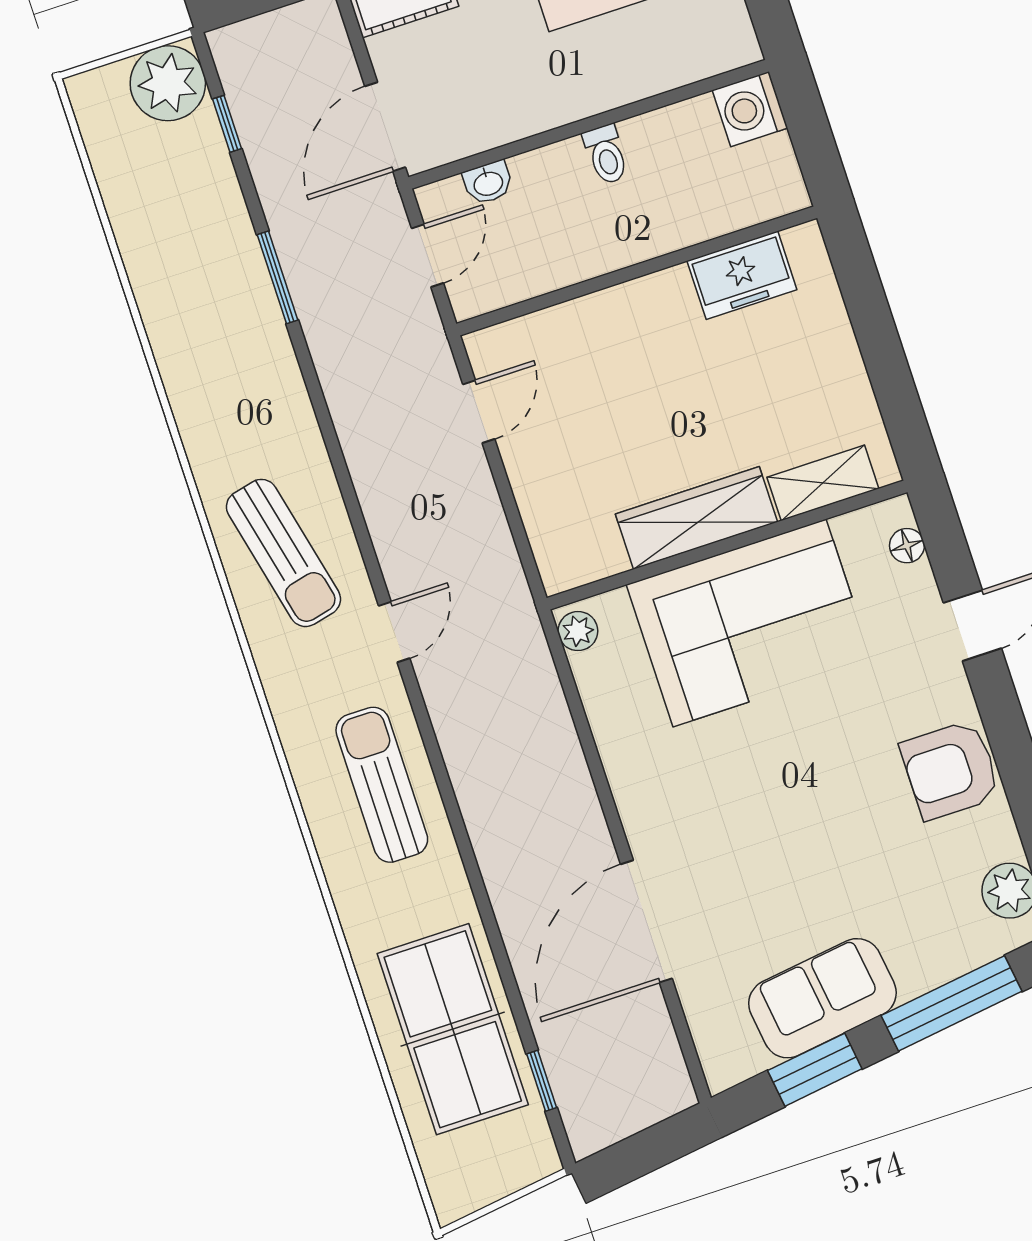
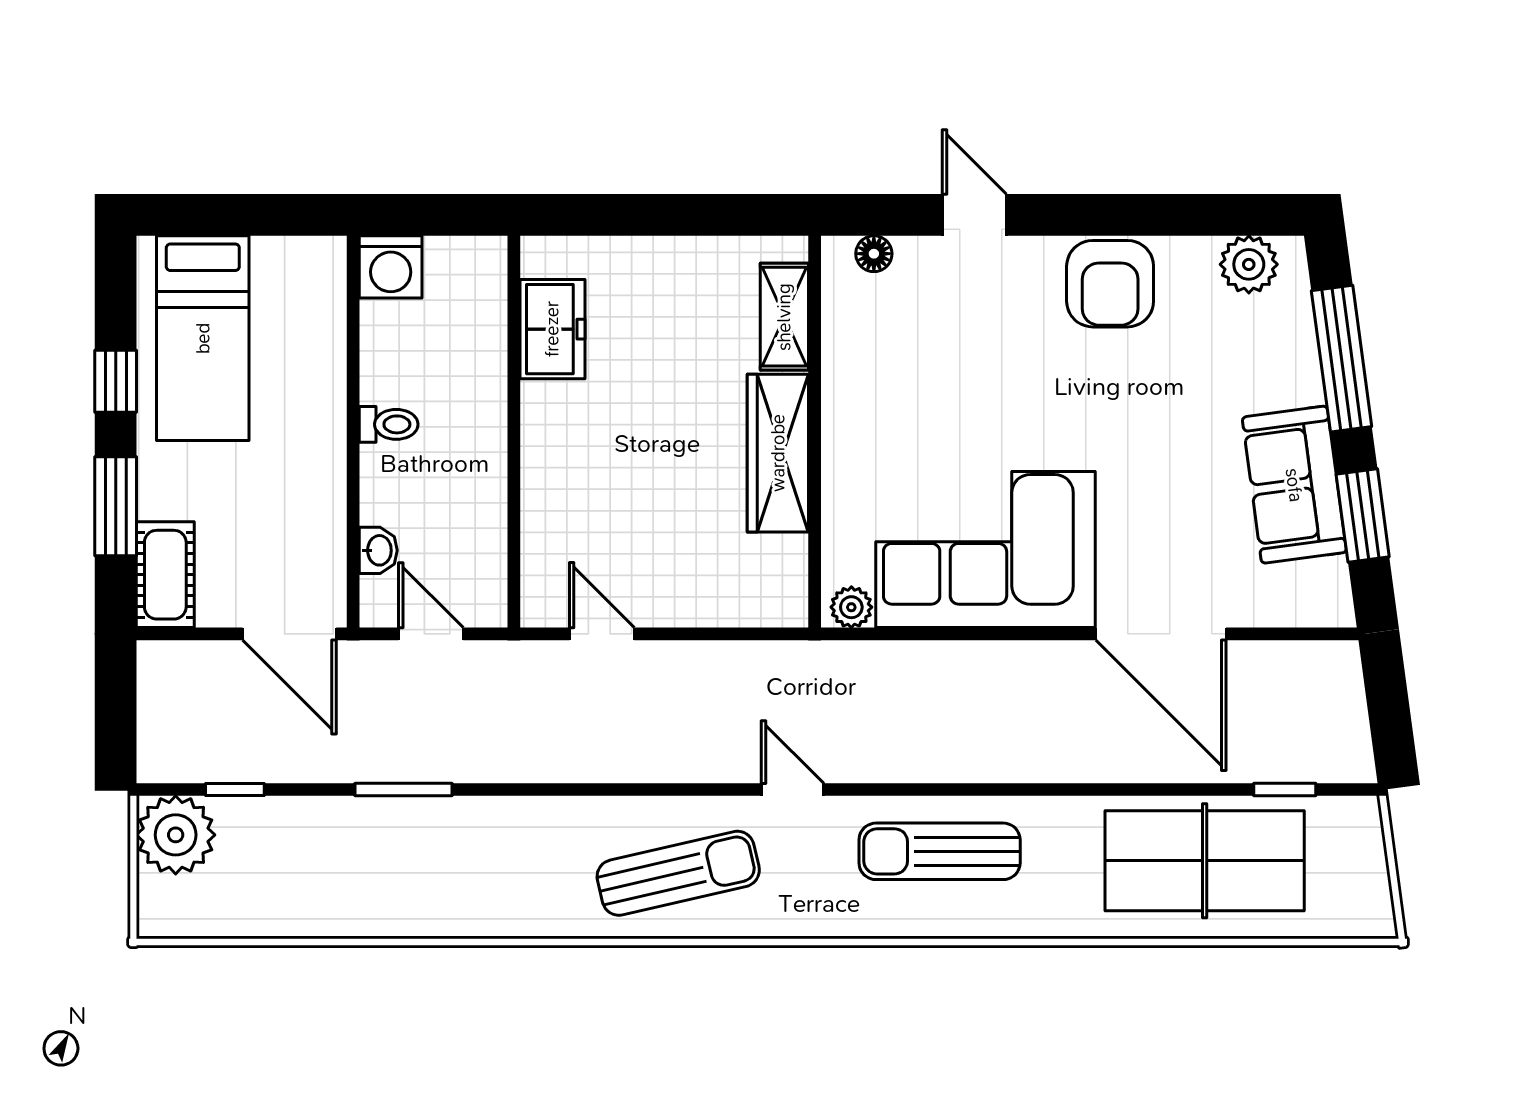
corner sofa: (750, 623) -> (986, 550), moved, turned -90

